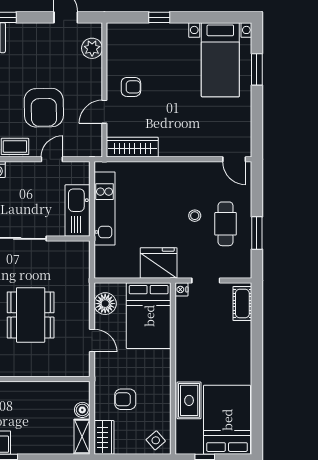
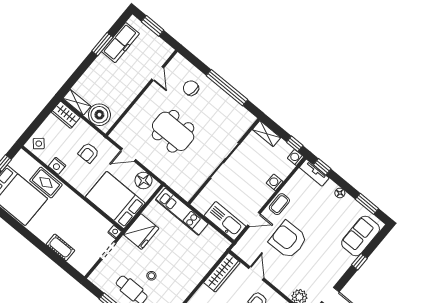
door: (52, 159) -> (254, 219), hinge flipped
kitchen unit: (105, 209) -> (182, 212), moved
kitchen sink: (78, 211) -> (225, 221), moved
cot: (242, 304) -> (60, 247), moved
armchair: (125, 399) -> (88, 153), moved, turned 180
nightstand: (163, 403) -> (57, 166), added
boiler: (82, 410) -> (99, 115), width x1.86, depth x1.86

